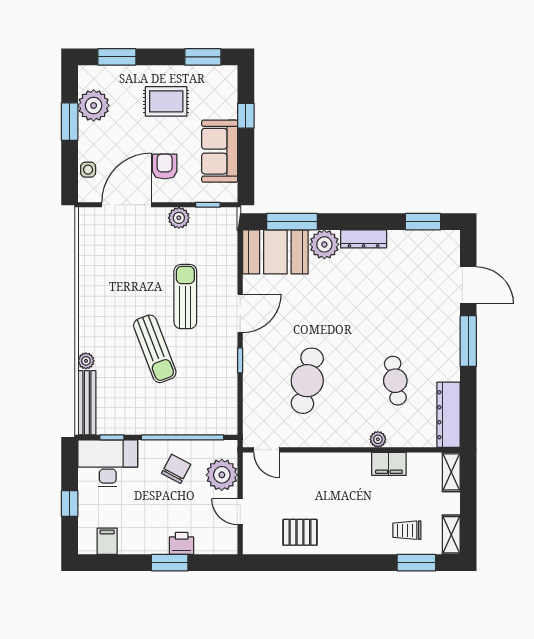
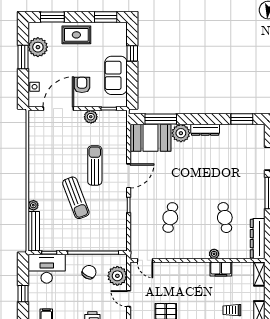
rug: (166, 101) -> (76, 35), moved
cafe table: (307, 381) -> (170, 218), width x0.73, depth x0.74

